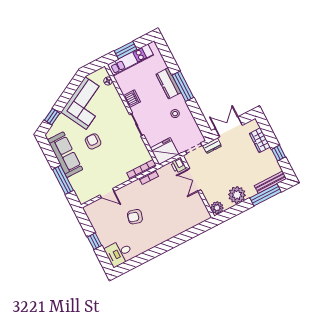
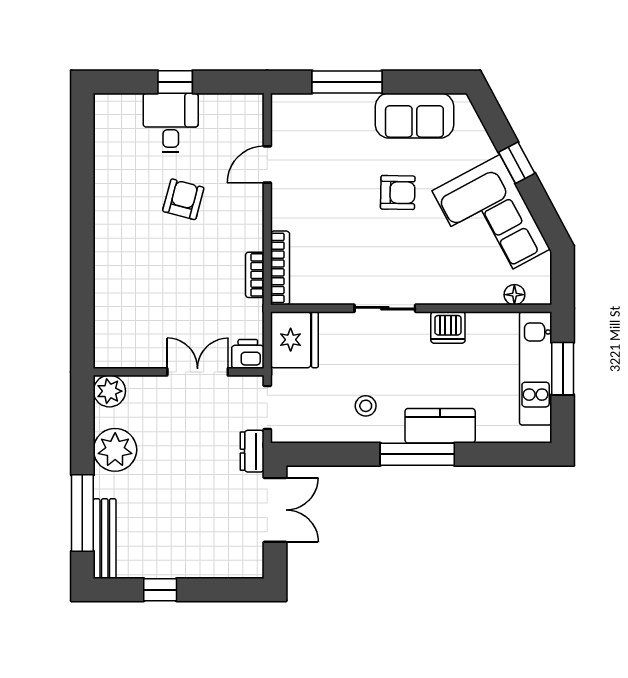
window: (52, 117) -> (517, 163), moved
wardrobe: (260, 140) -> (210, 563), removed
sofa: (65, 155) -> (414, 116), width x0.73
desk: (119, 253) -> (171, 122), moved

